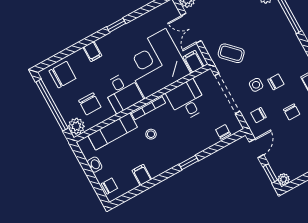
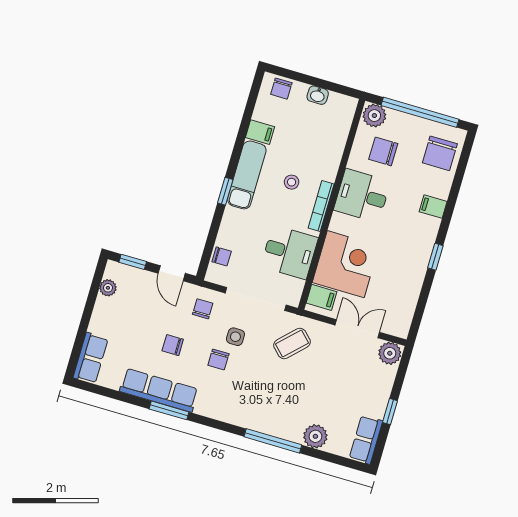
corner desk: (155, 63) -> (346, 264), width x0.74, depth x0.74
exam couch: (113, 131) -> (247, 175), moved, turned 180
plant: (284, 179) -> (108, 288), moved

